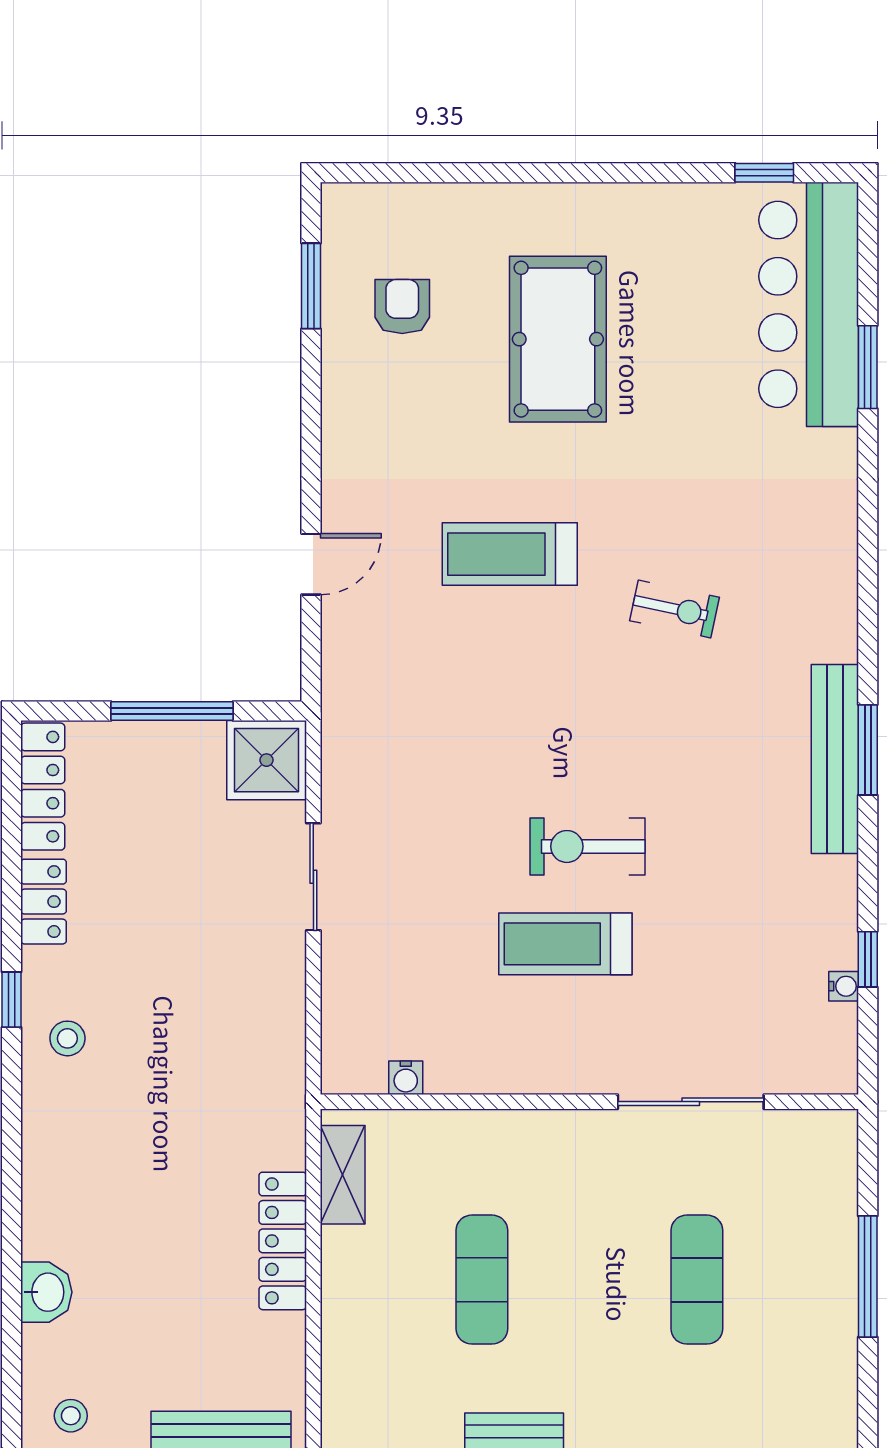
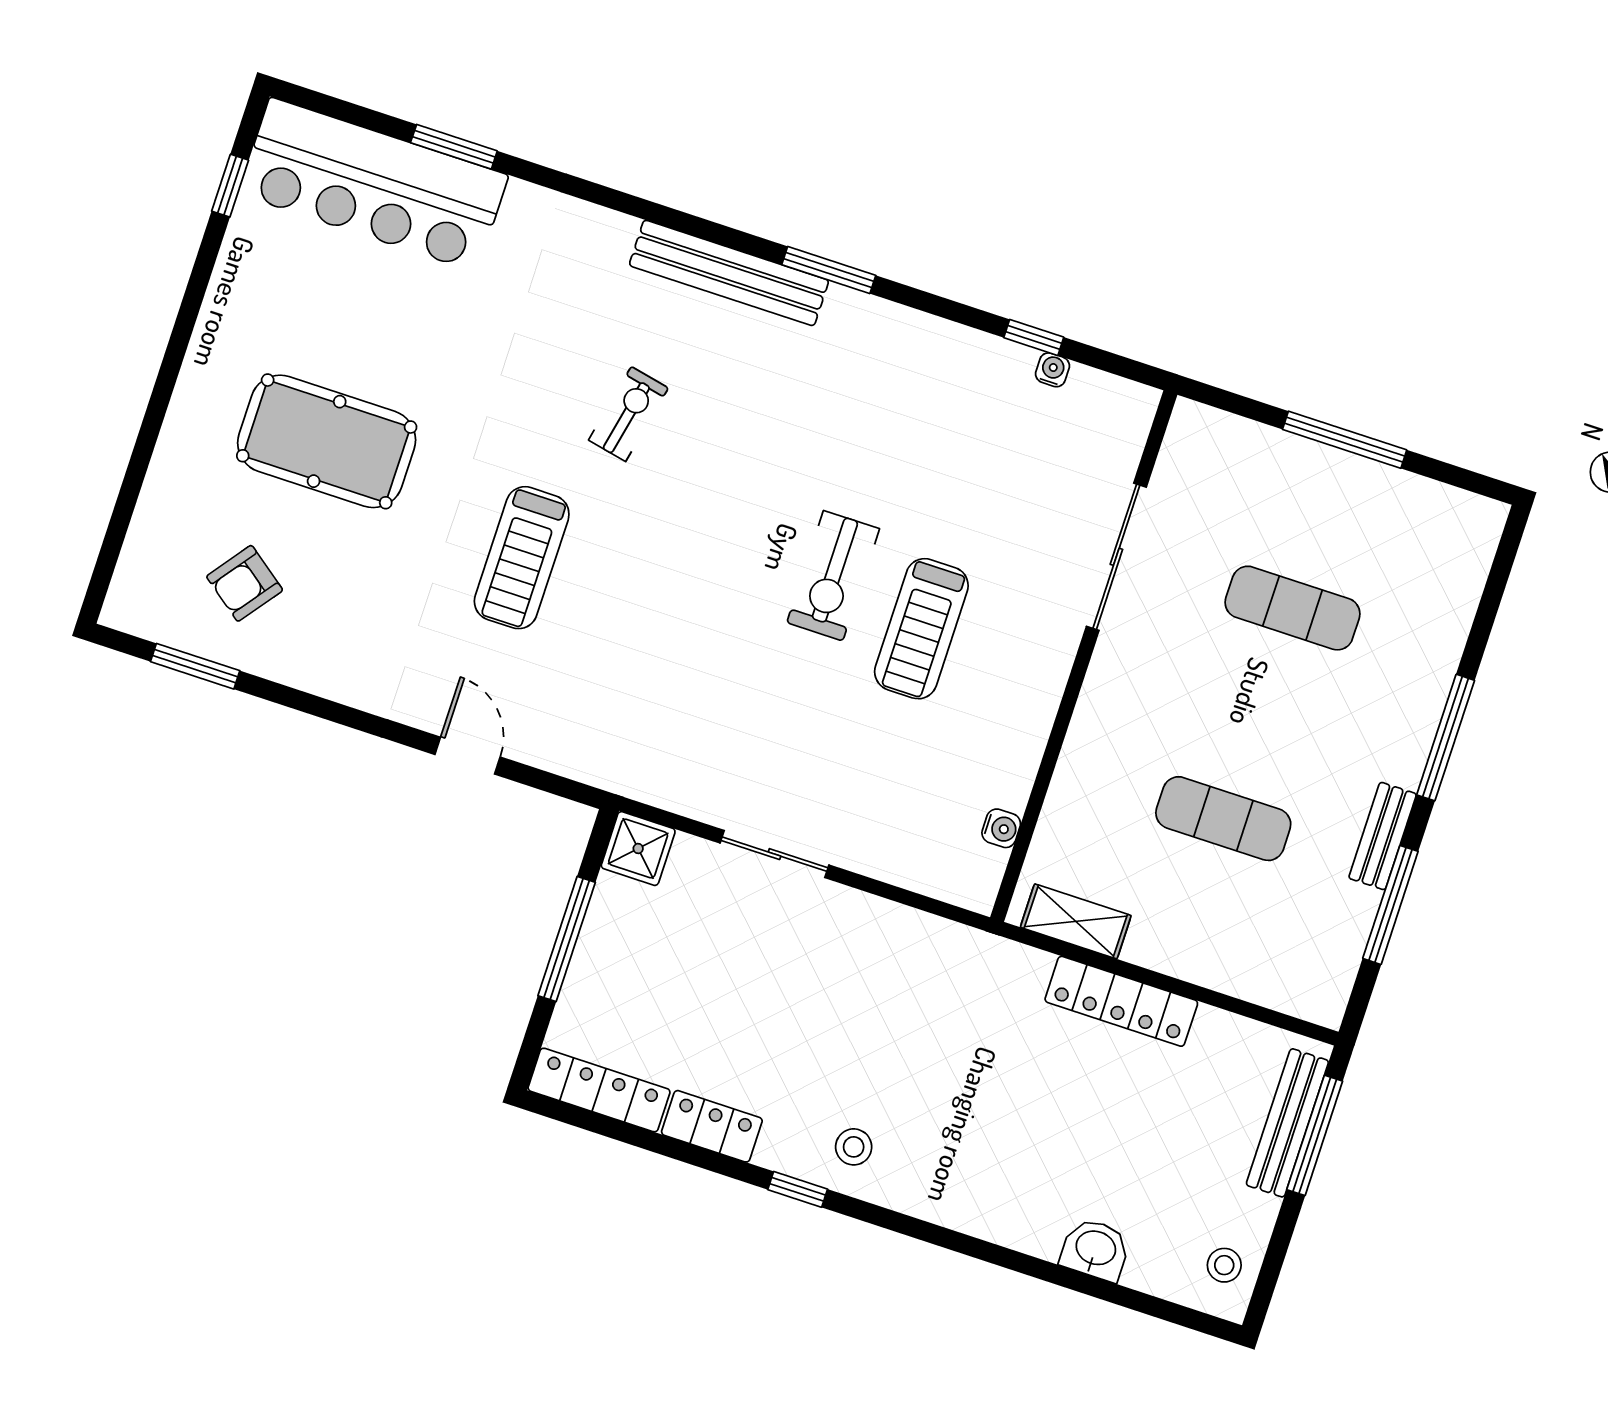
armchair: (402, 306) -> (245, 583), turned -53
bench: (835, 759) -> (729, 273), moved
shower: (267, 760) -> (638, 849), width x0.73, depth x0.73

